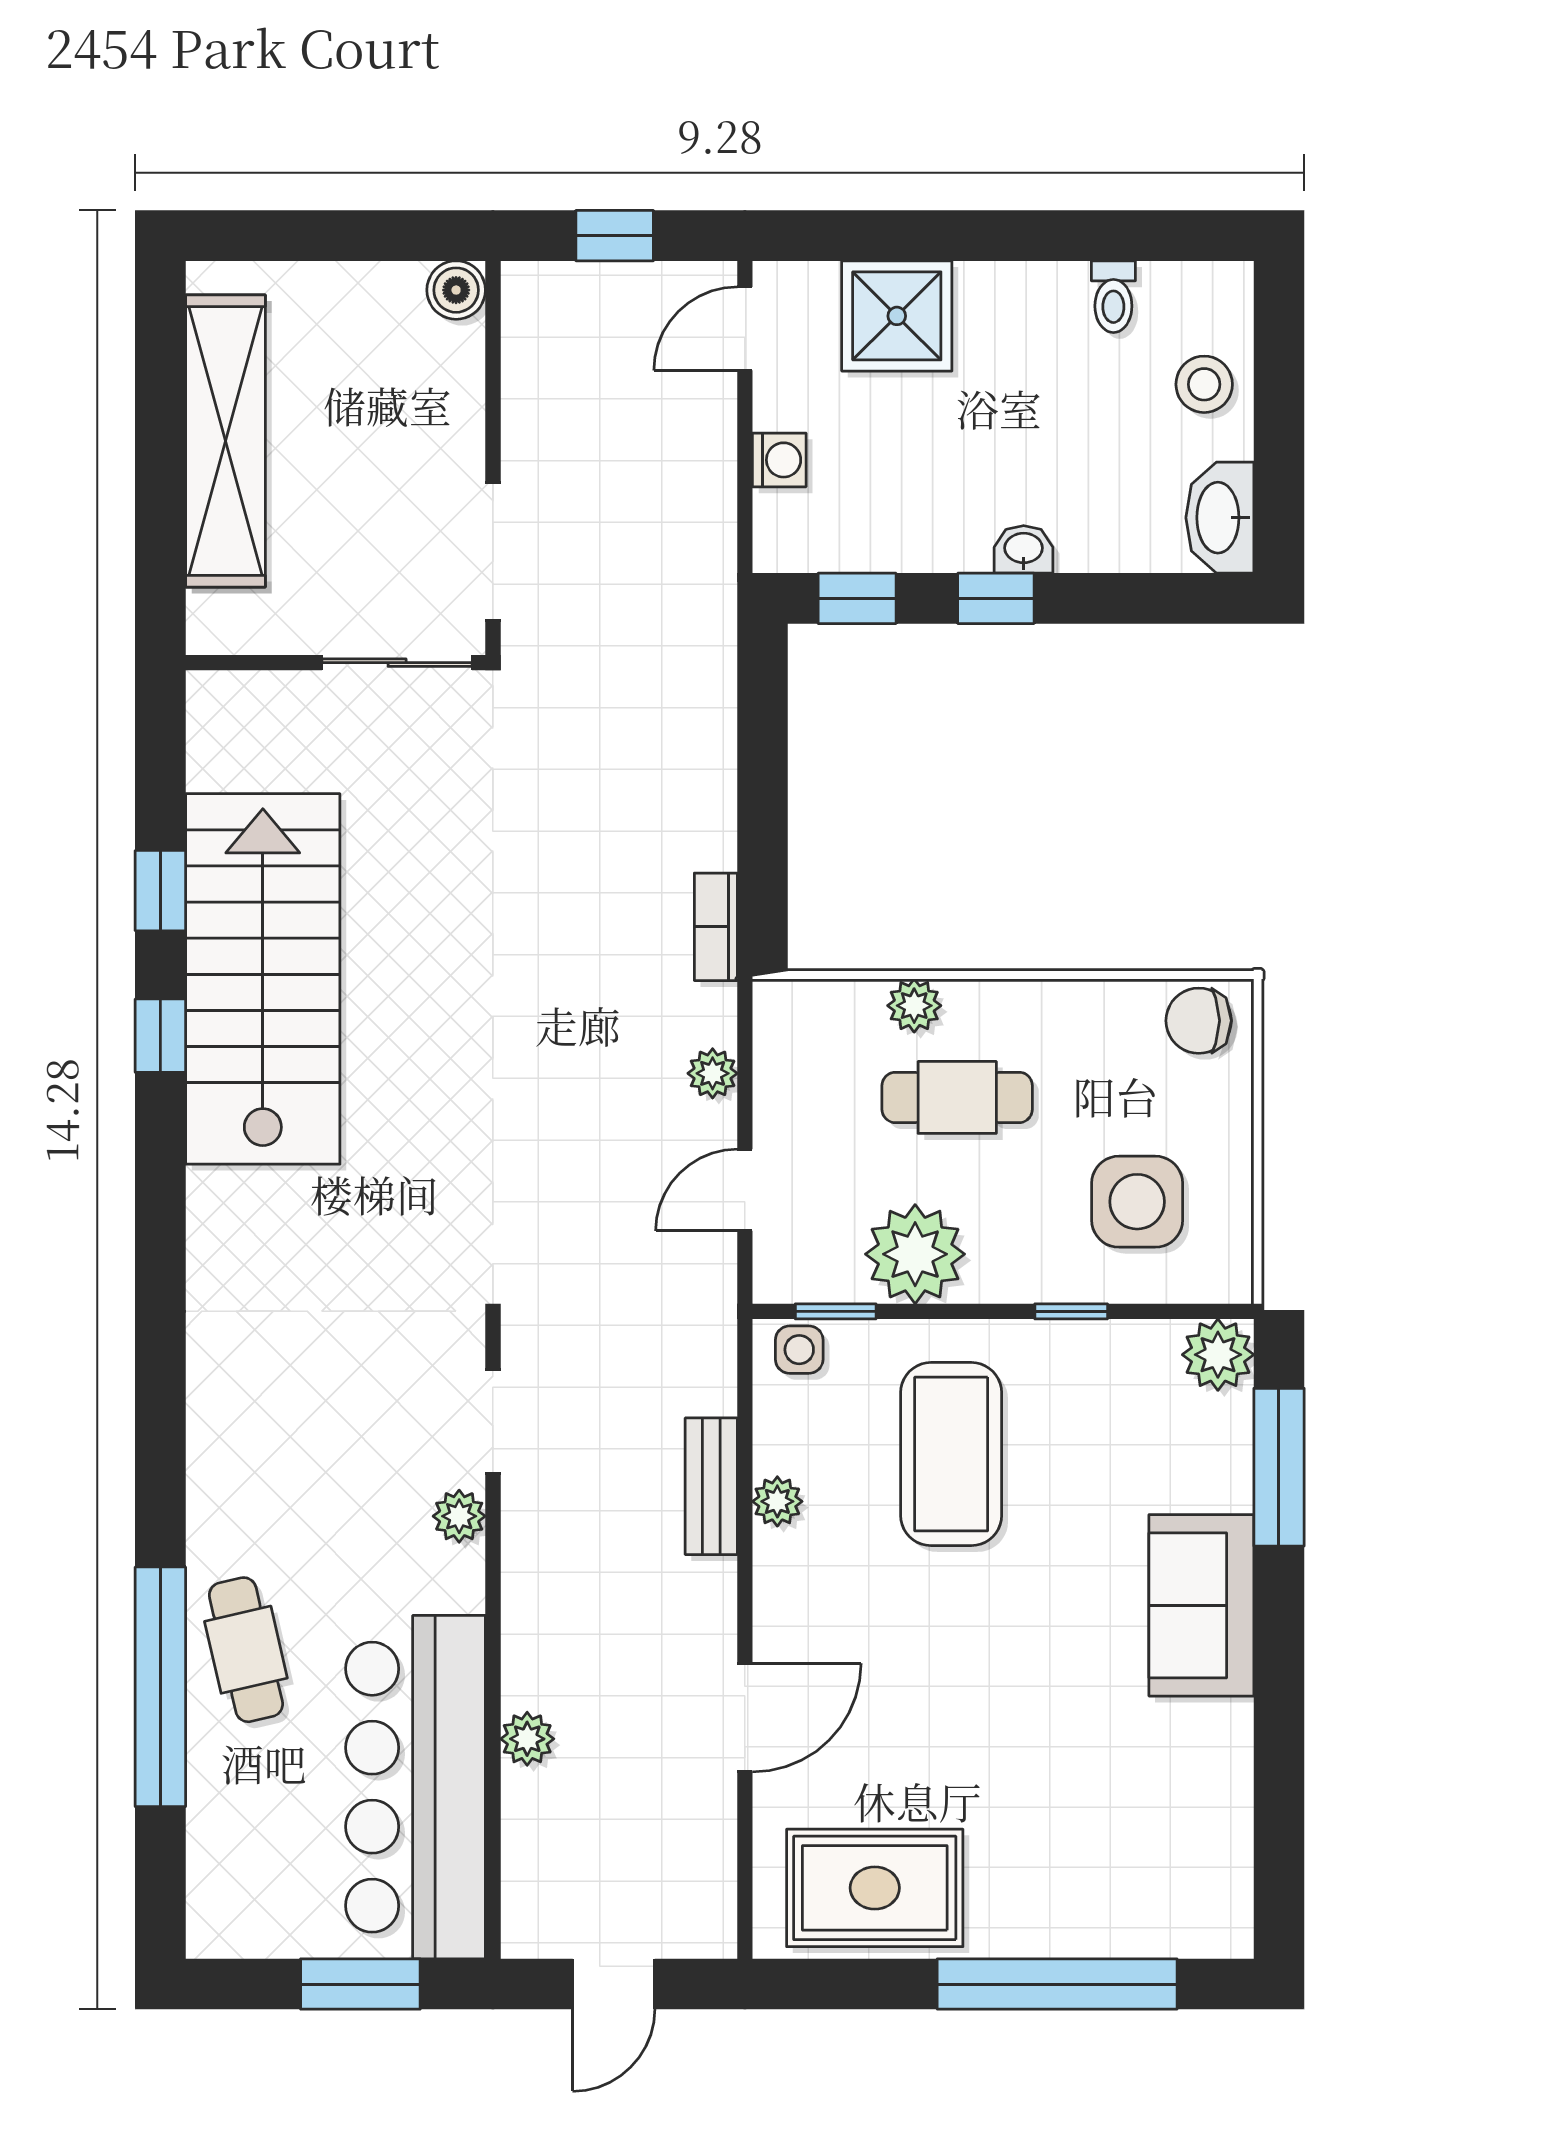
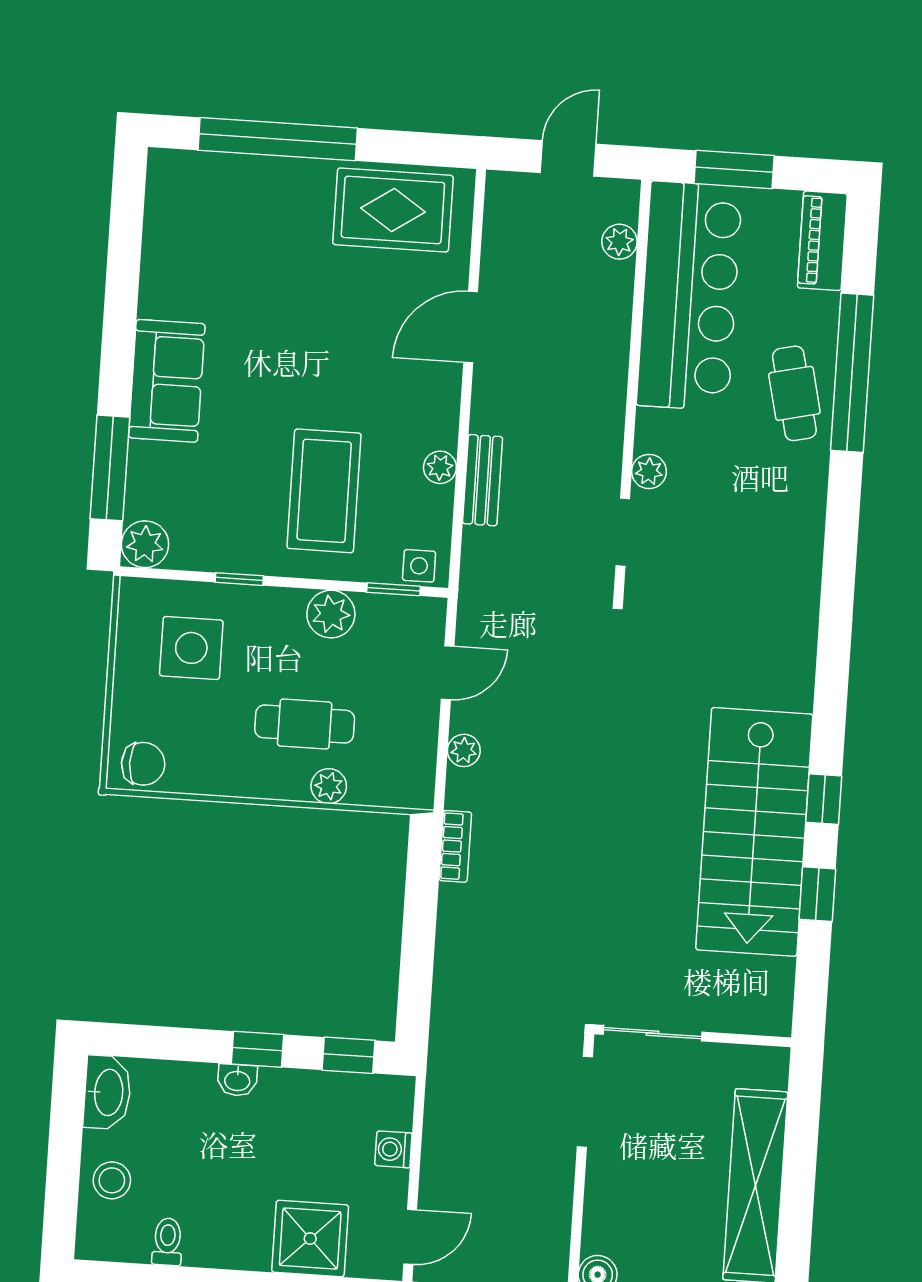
plant: (915, 1254) -> (331, 614), width x0.73, depth x0.73
plant: (527, 1739) -> (619, 242), moved
piano: (219, 1884) -> (822, 241), added

